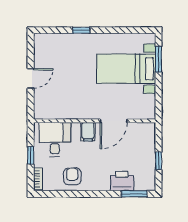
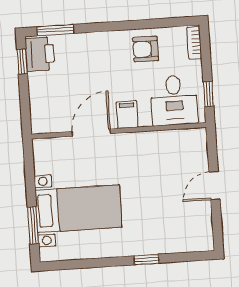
window: (31, 155) -> (208, 94), moved
window: (158, 161) -> (22, 61), moved
armchair: (72, 176) -> (146, 49), turned 90
printer: (122, 181) -> (40, 54), moved, turned -90

